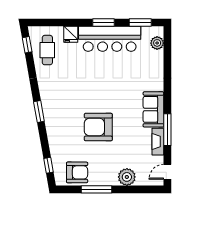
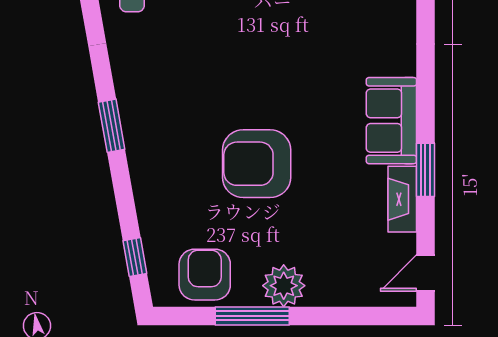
window: (167, 130) -> (425, 170), width x0.69
armchair: (77, 172) -> (205, 275), turned -90
plant: (127, 177) -> (284, 286), moved

